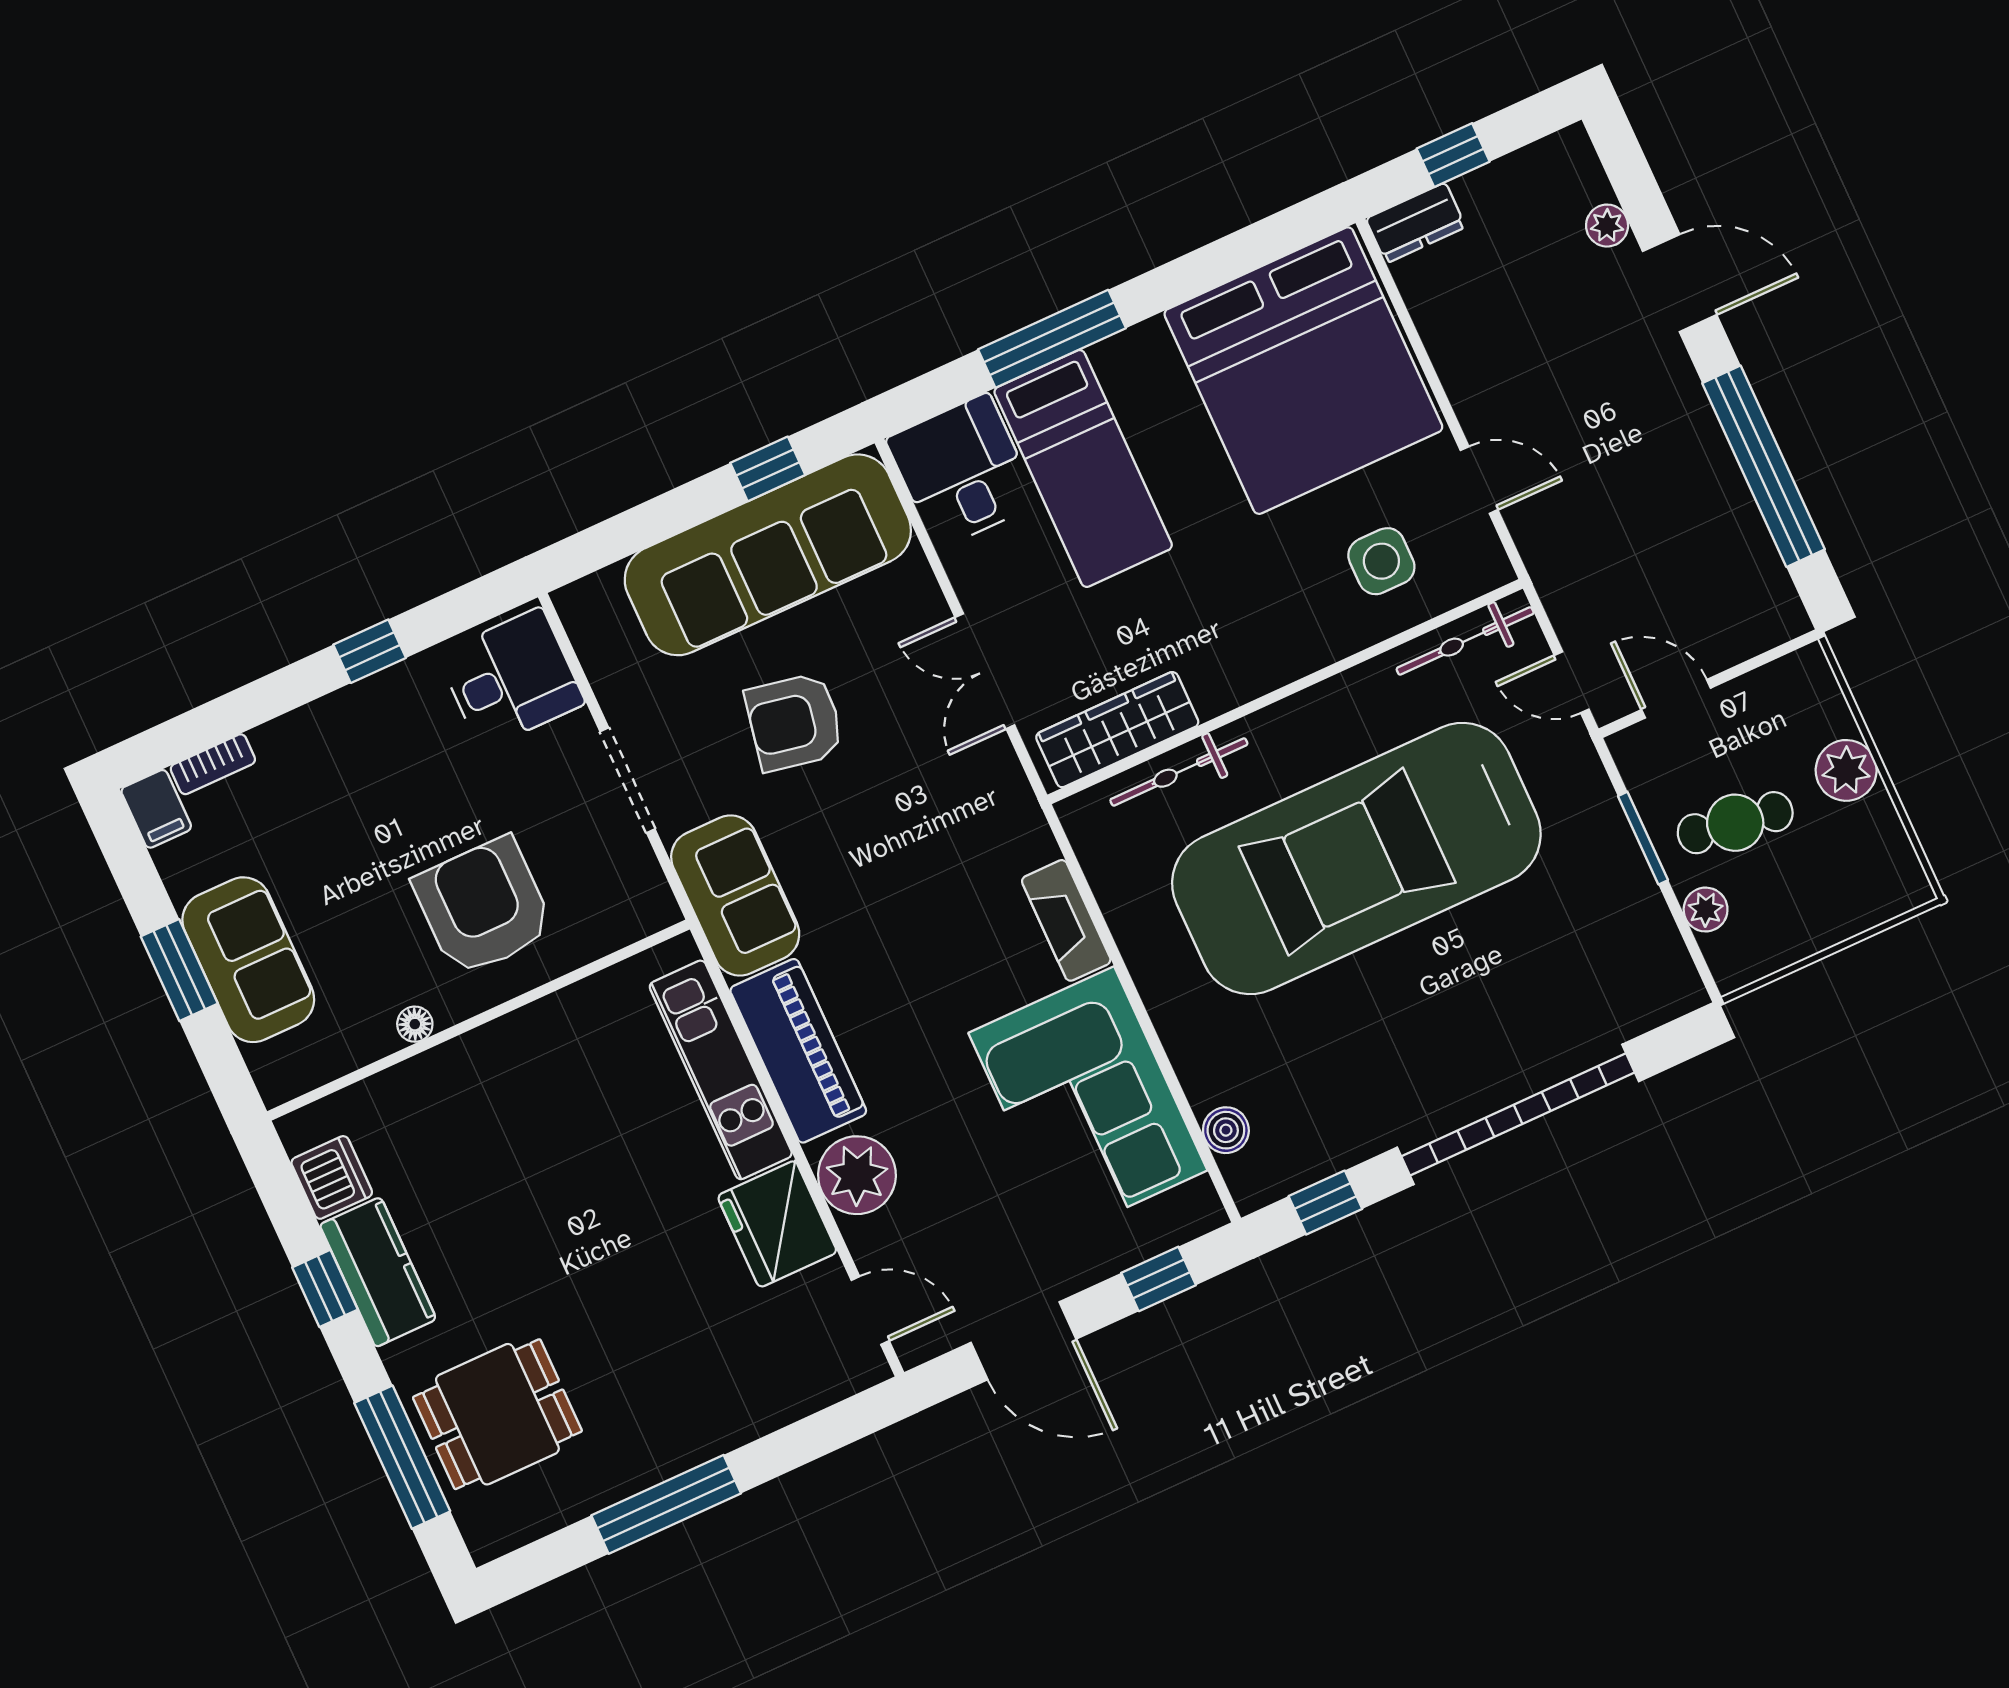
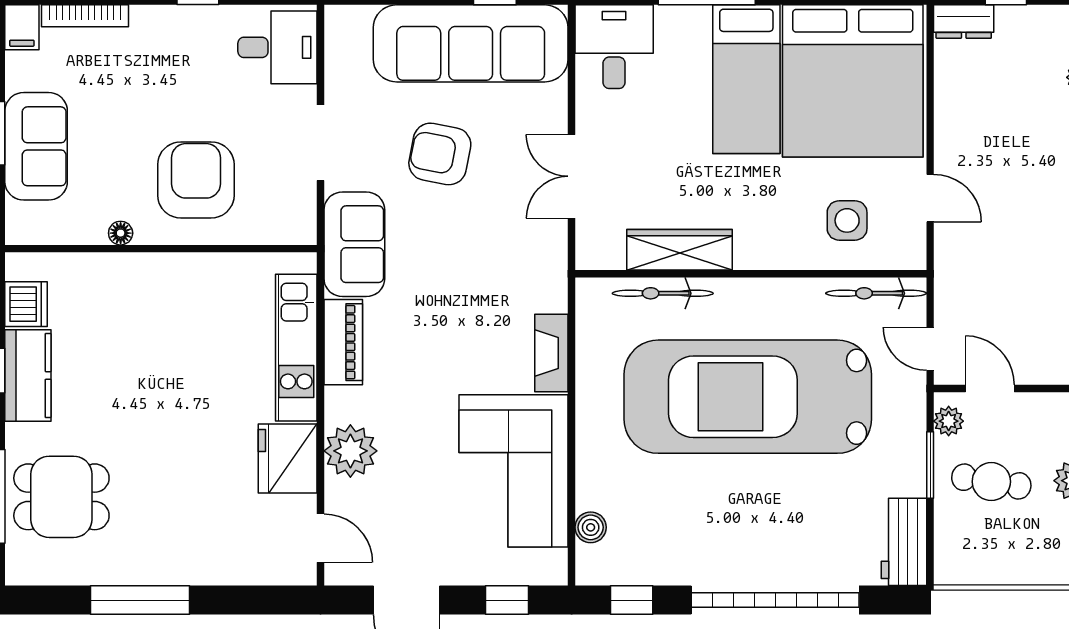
bed: (1083, 468) -> (746, 79), moved
wardrobe: (1117, 730) -> (680, 250), moved
bookcase: (213, 764) -> (85, 16), width x1.56
plant: (1706, 910) -> (949, 421), moved
workbench: (1655, 957) -> (904, 542), added
piano: (798, 1051) -> (343, 342), width x0.73, depth x0.75

